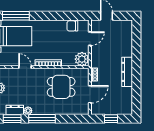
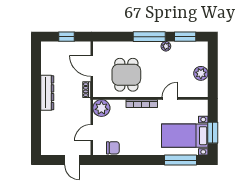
door: (25, 67) -> (170, 98), swing flipped
dining table: (61, 87) -> (126, 75), turned 90
door: (90, 94) -> (92, 66), hinge flipped
dresser: (15, 110) -> (182, 47), removed

